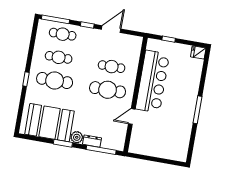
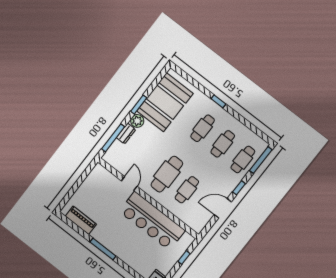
door: (111, 29) -> (223, 208), swing flipped
cafe table: (55, 81) -> (203, 128), width x0.73, depth x0.74
piano: (184, 141) -> (81, 220), added

